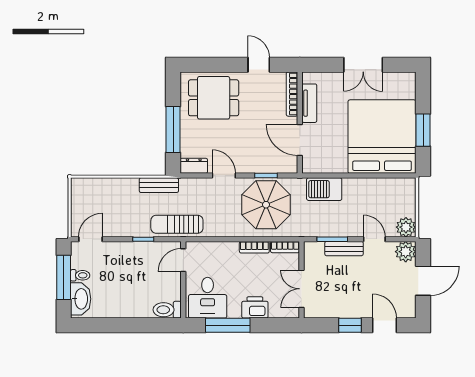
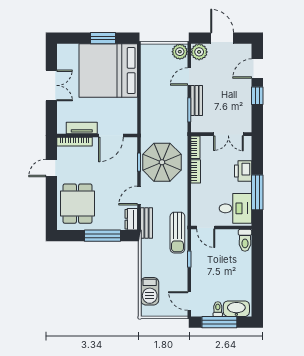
bench: (159, 185) -> (147, 223), moved
barbecue: (324, 189) -> (150, 291), moved

